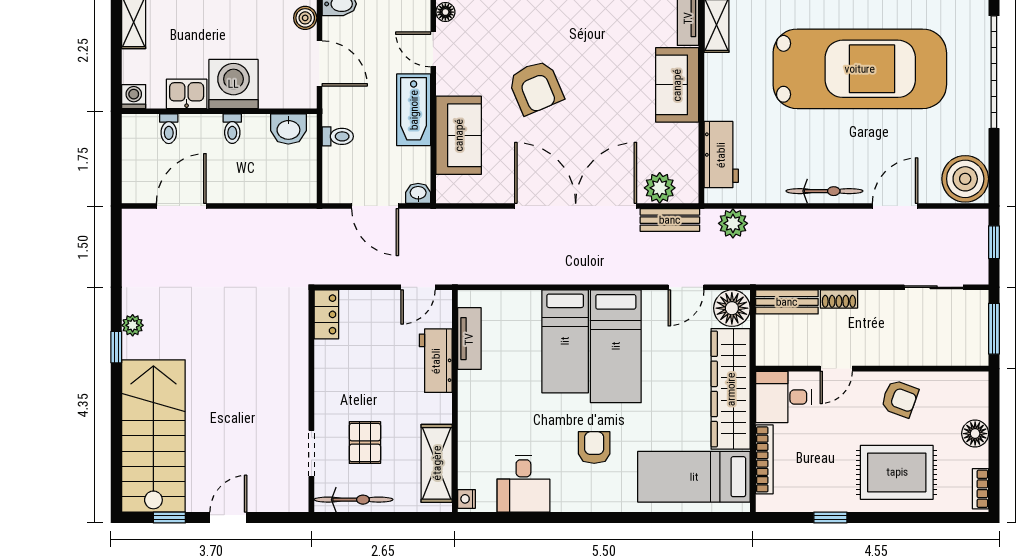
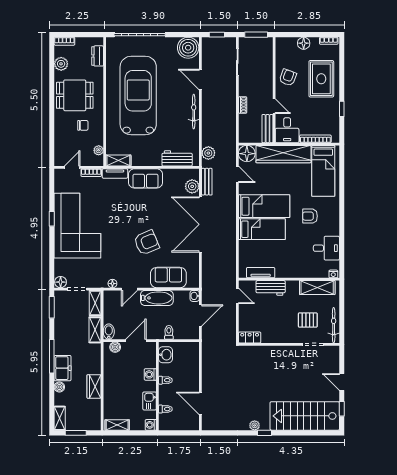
washing machine: (233, 84) -> (150, 374), width x0.53, depth x0.53
bench: (787, 302) -> (268, 129), moved

